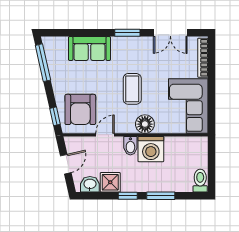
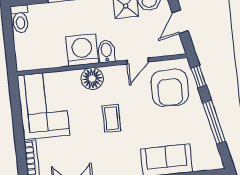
window: (43, 63) -> (214, 122), moved
coffee table: (132, 89) -> (111, 118), width x0.73, depth x0.77
armchair: (80, 109) -> (170, 88), turned 180

